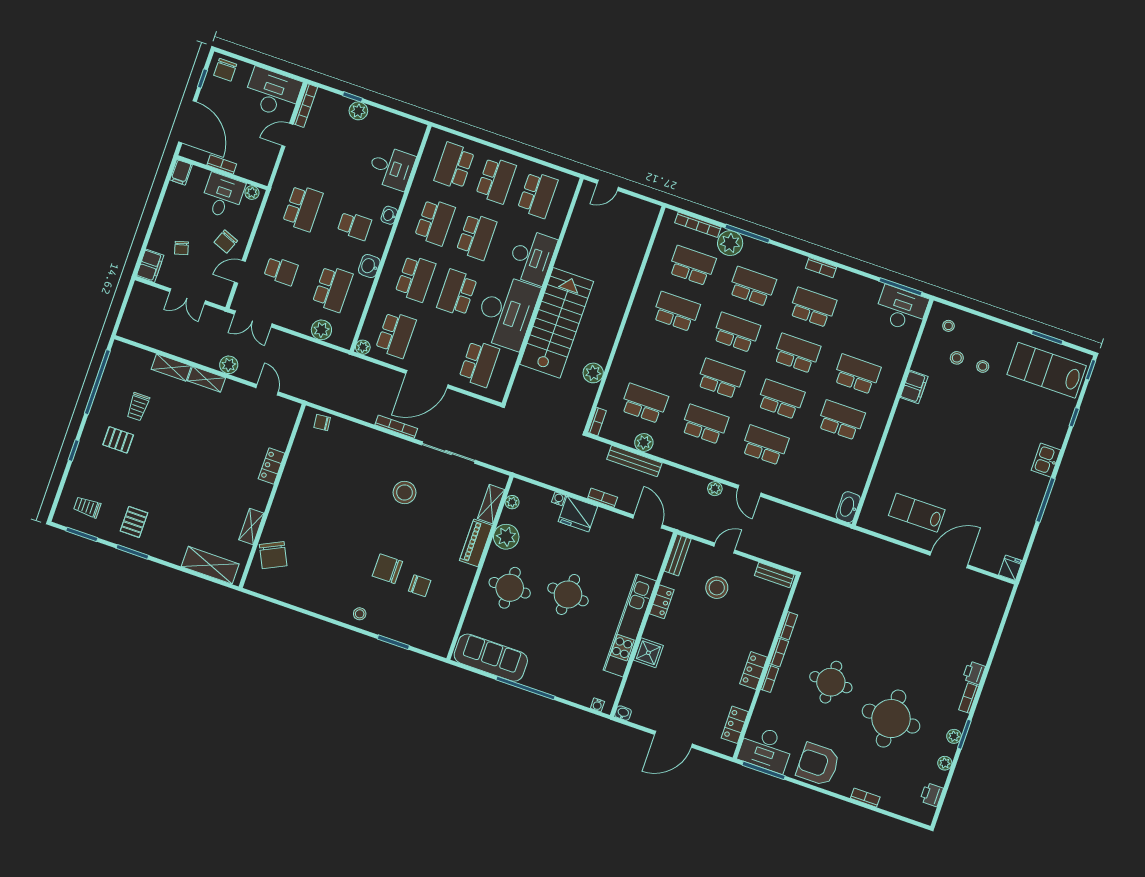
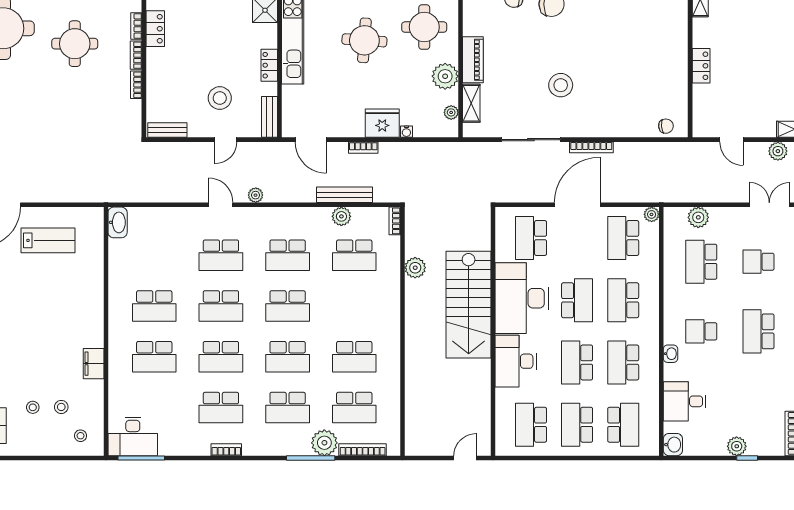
washbasin: (369, 266) -> (673, 445), moved

